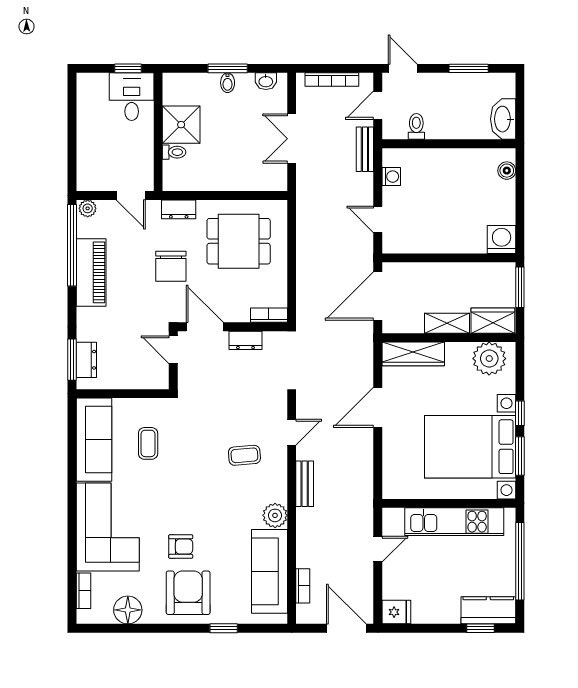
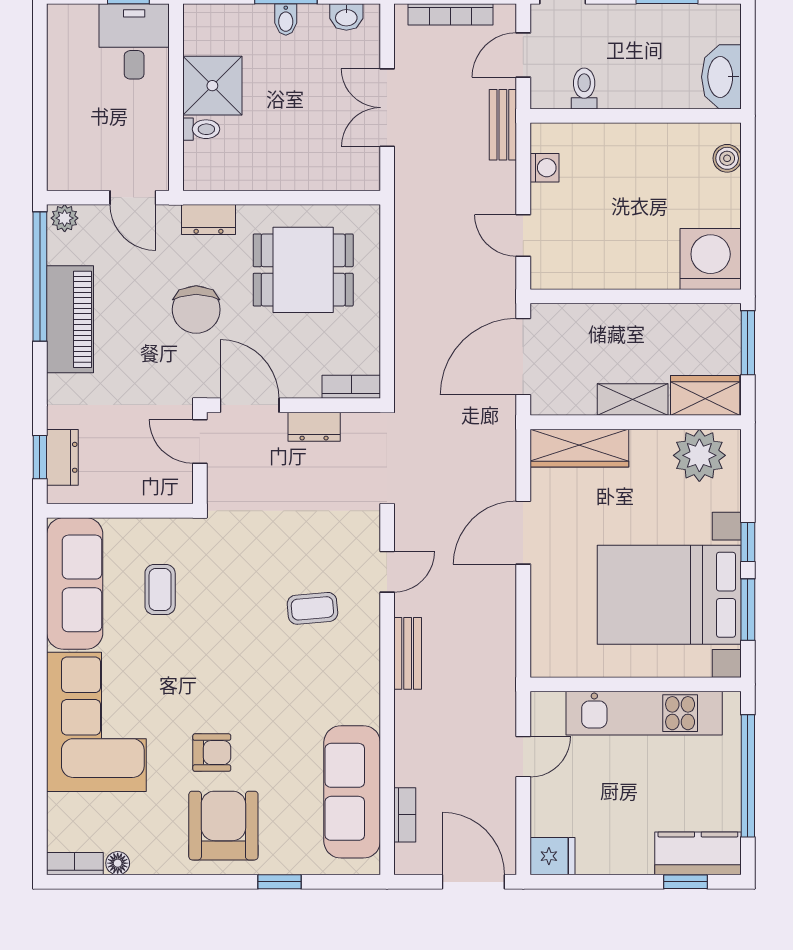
washing machine: (502, 240) -> (711, 259), width x1.37, depth x1.37
window: (72, 360) -> (40, 457), width x0.67
plant: (275, 515) -> (361, 703), removed
bookcase: (83, 591) -> (75, 864), moved, turned -90
floor lamp: (128, 610) -> (118, 863), width x0.53, depth x0.53

